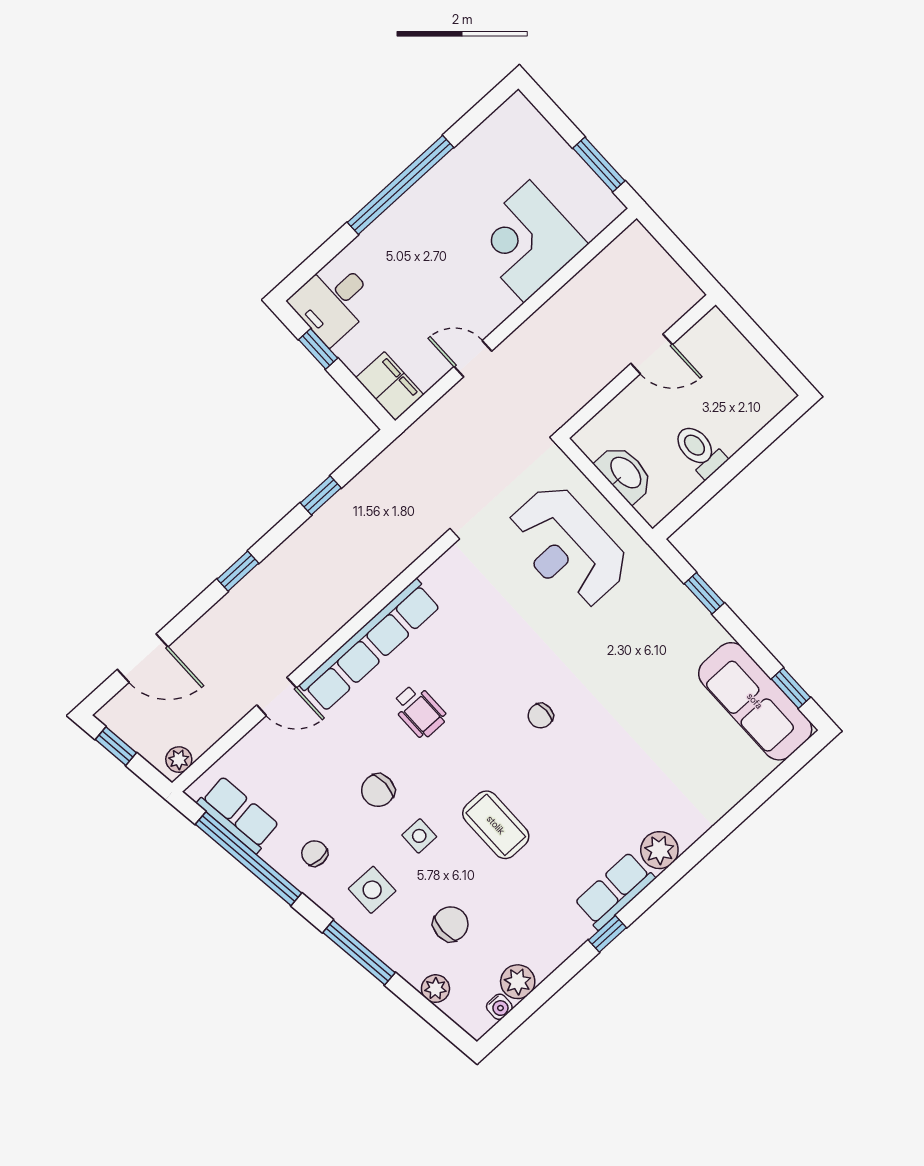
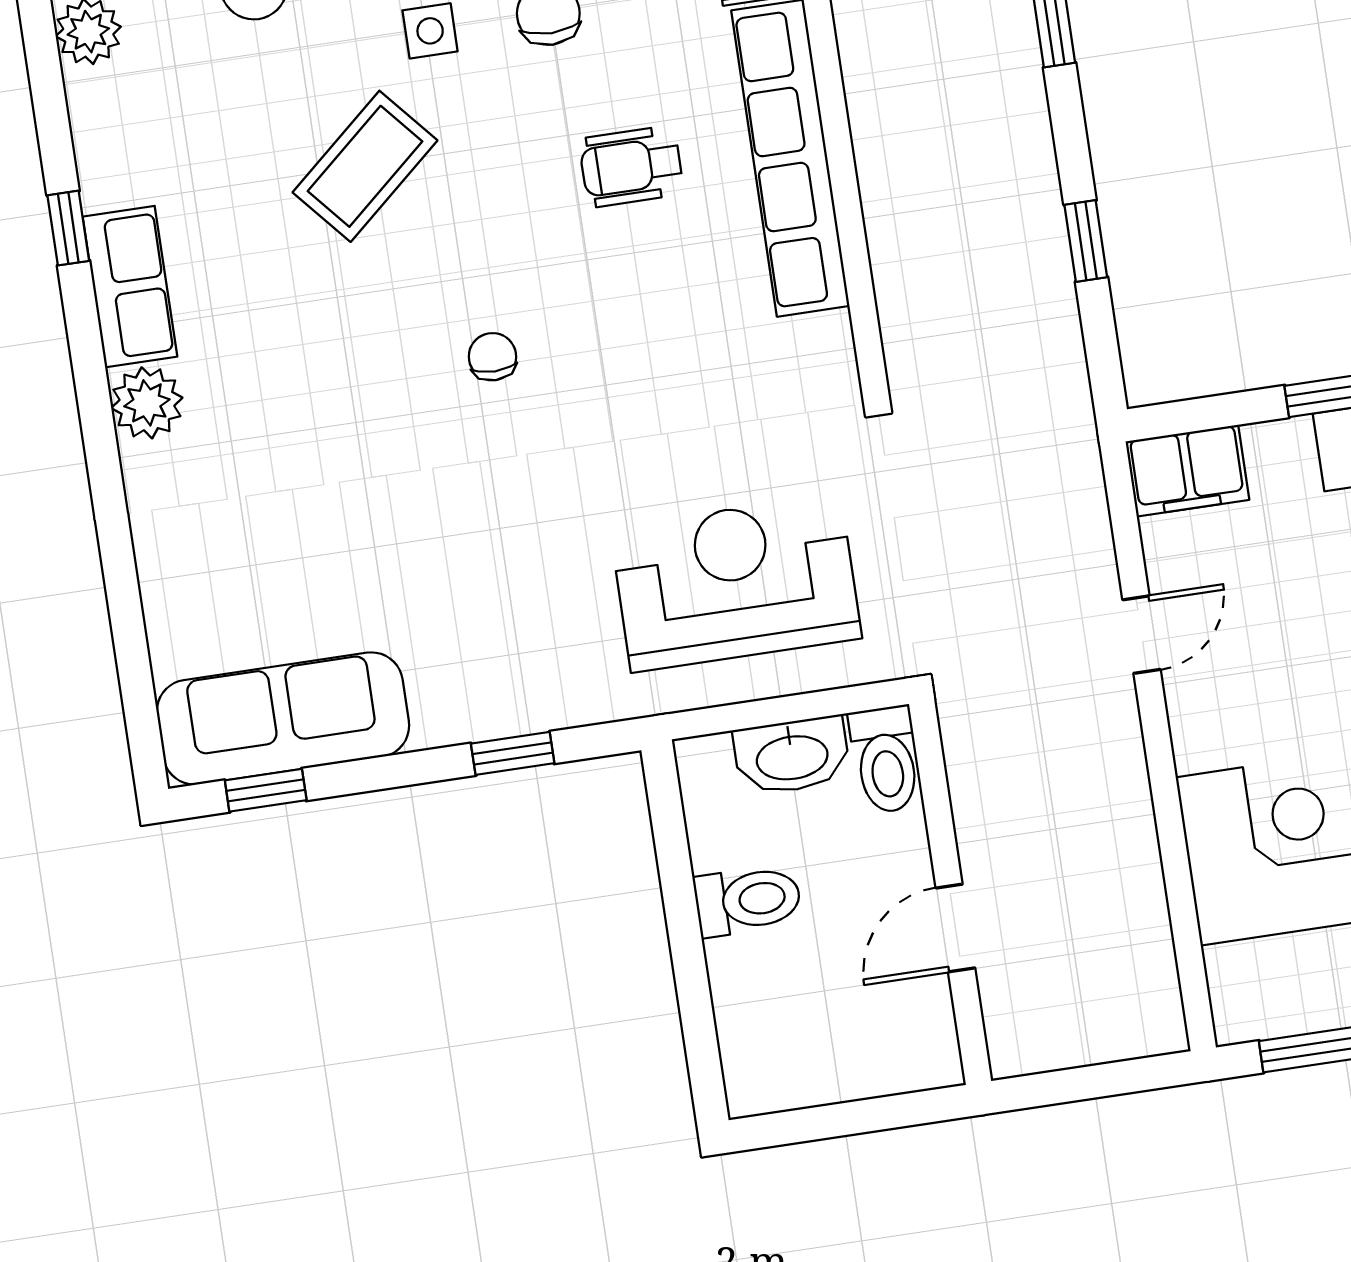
toilet: (600, 432) -> (886, 760), added
coffee table: (496, 825) -> (365, 166), turned -41

